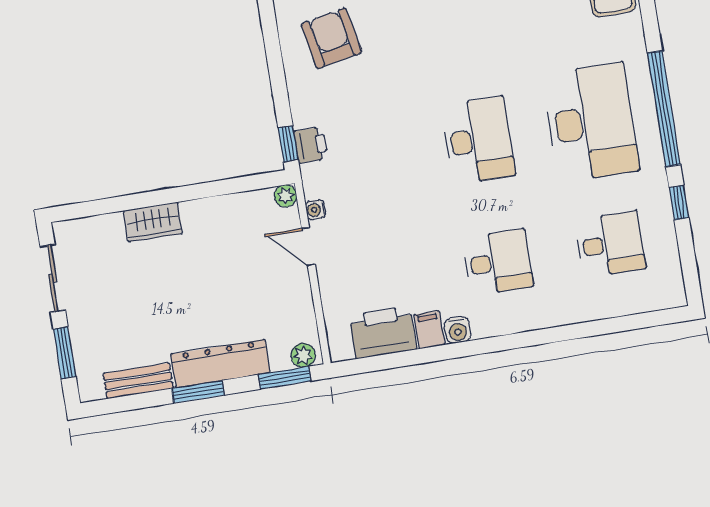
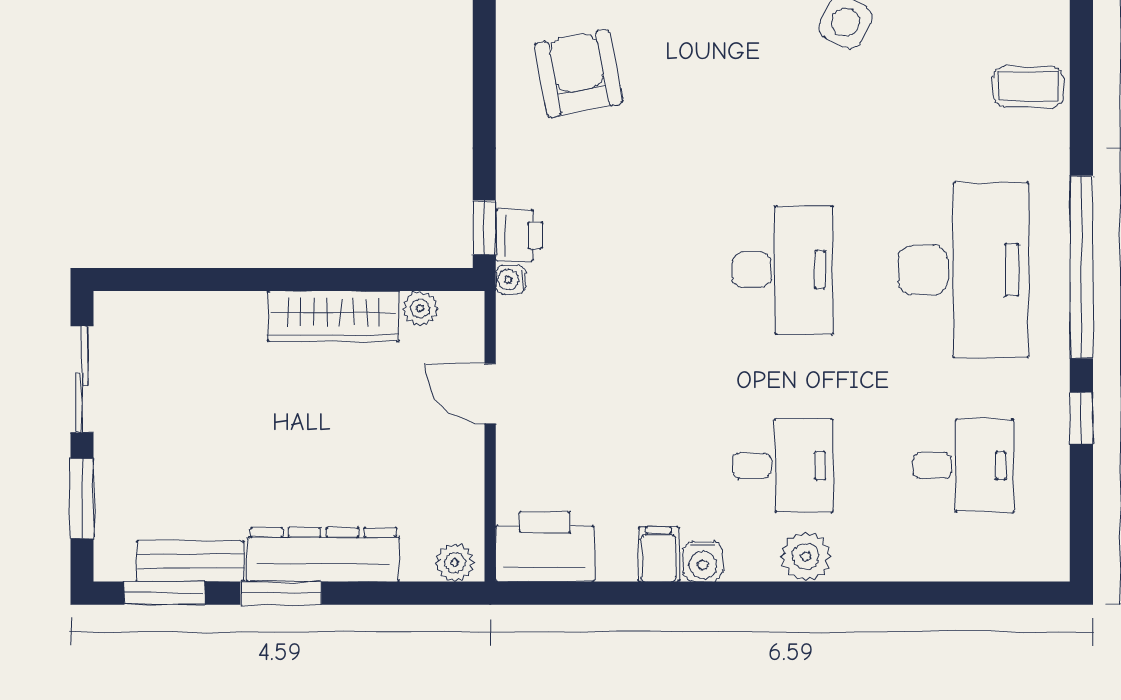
plant: (286, 196) -> (420, 309), moved
water cooler: (316, 210) -> (511, 280), moved
wardrobe: (153, 222) -> (333, 316), moved, width x1.50
plant: (521, 316) -> (806, 556), added
printer: (383, 332) -> (545, 547), moved
window: (284, 378) -> (165, 593), moved

